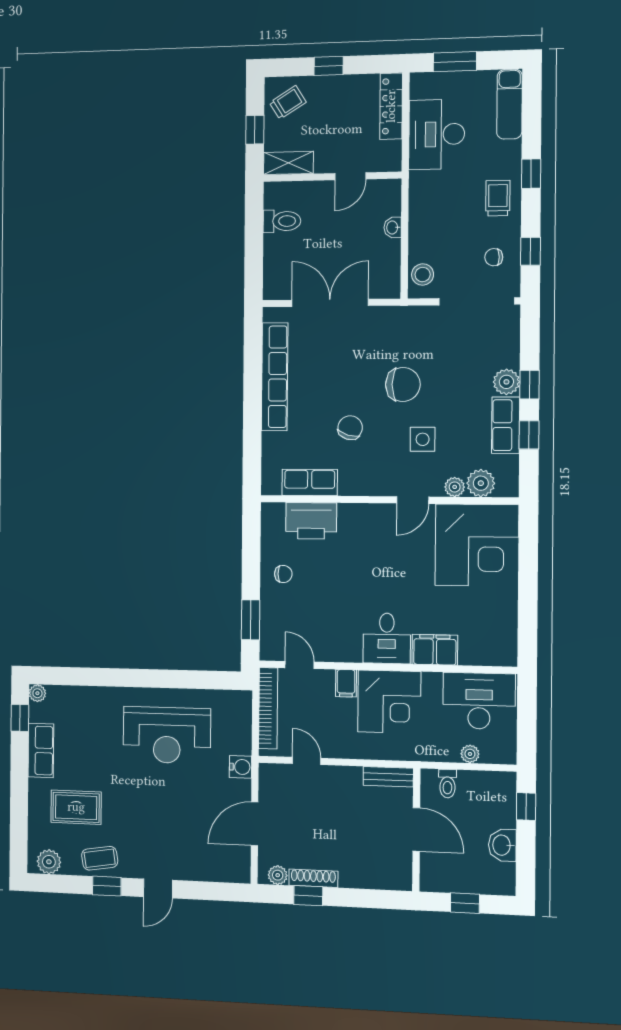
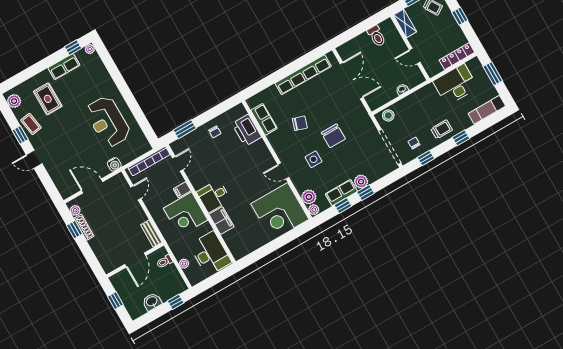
plant: (455, 487) -> (314, 210), moved

